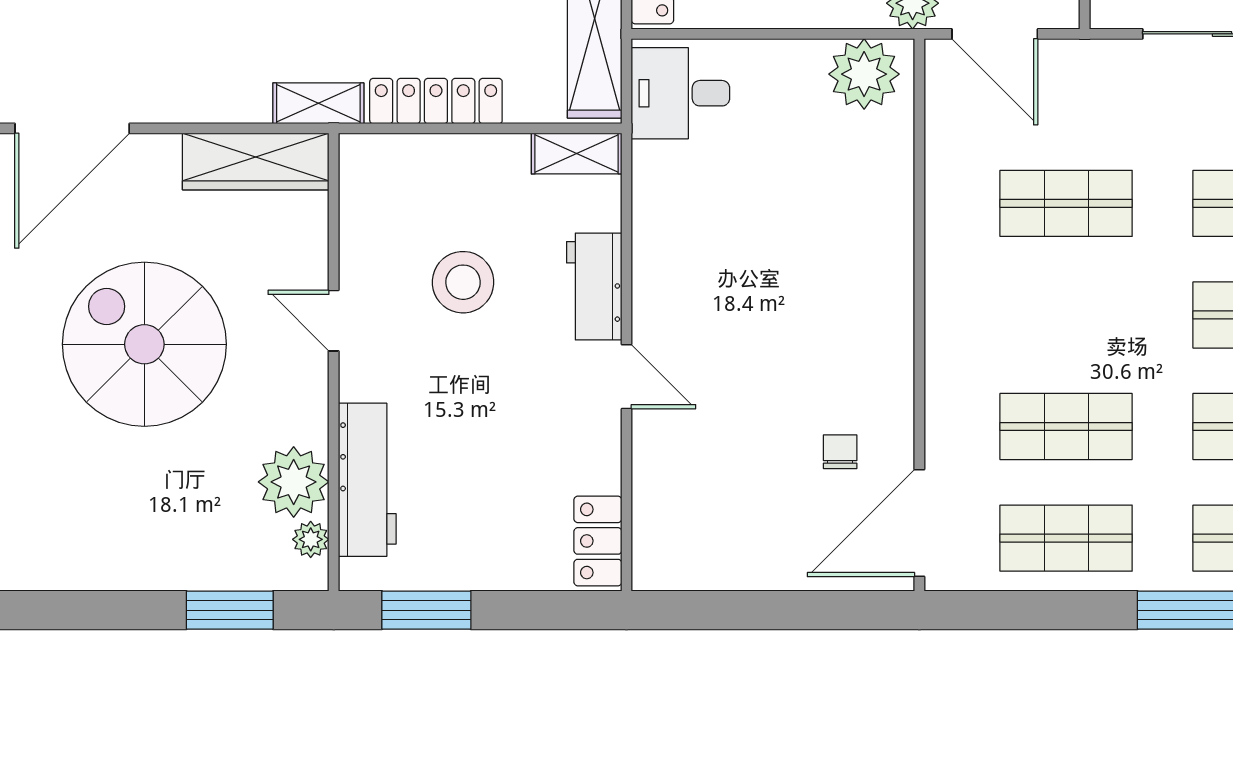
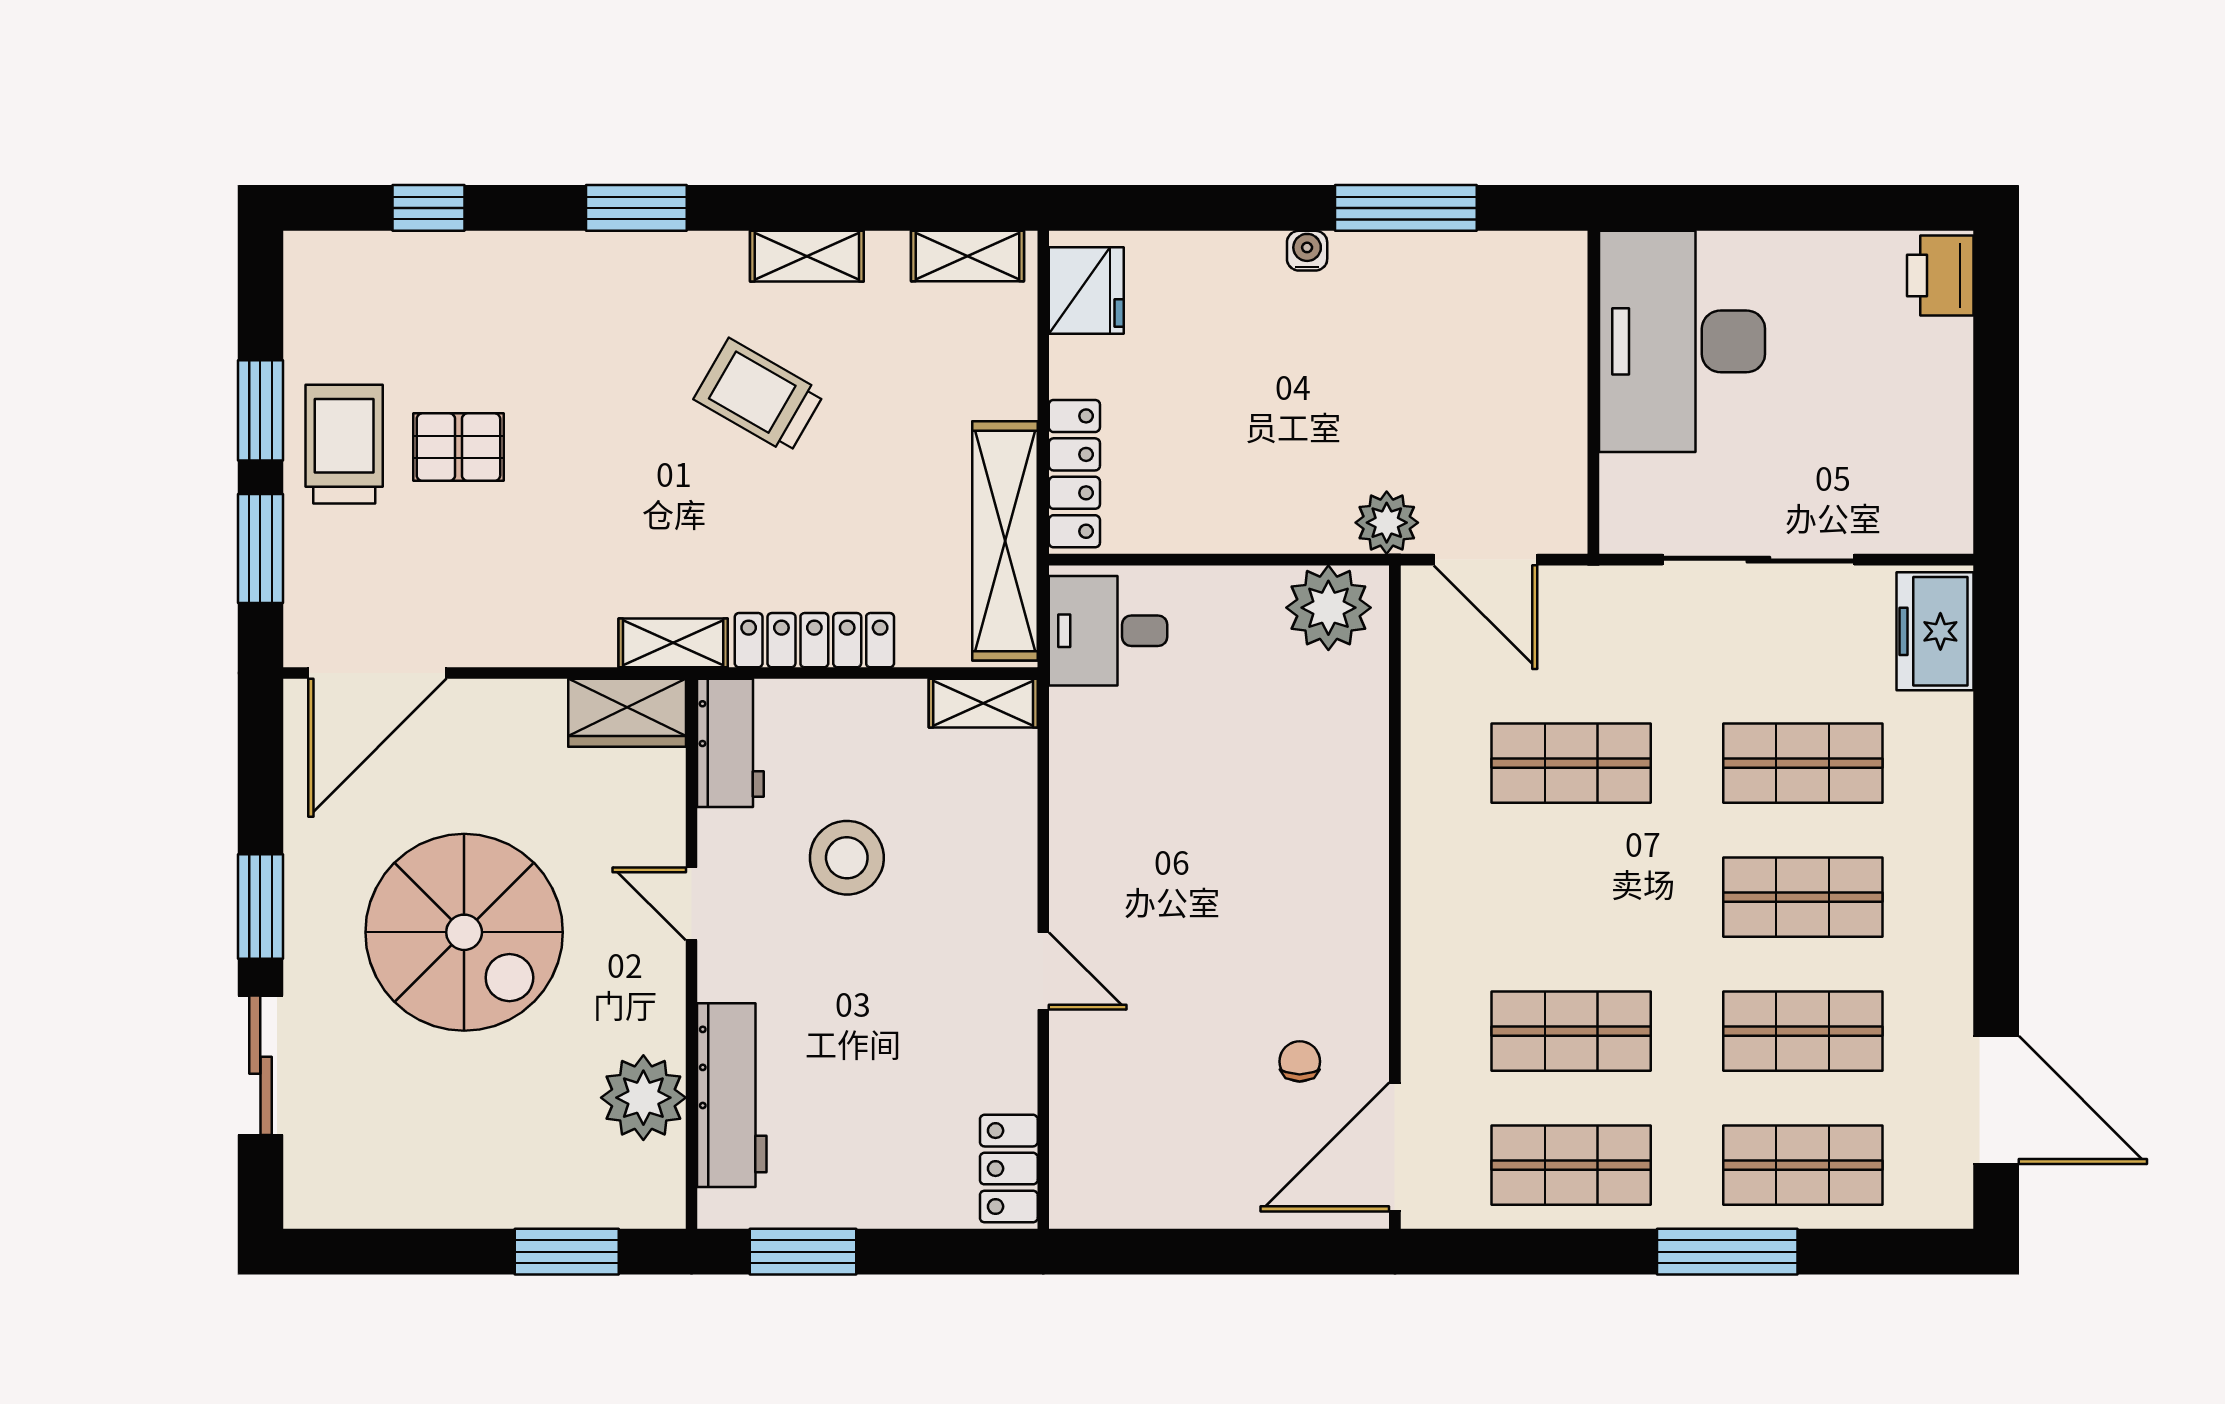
wardrobe: (256, 161) -> (627, 713), width x0.67
workbench: (594, 286) -> (730, 743), moved, turned 180
spiral stairs: (144, 344) -> (464, 932), turned 180
plant: (311, 539) -> (664, 1167), removed

